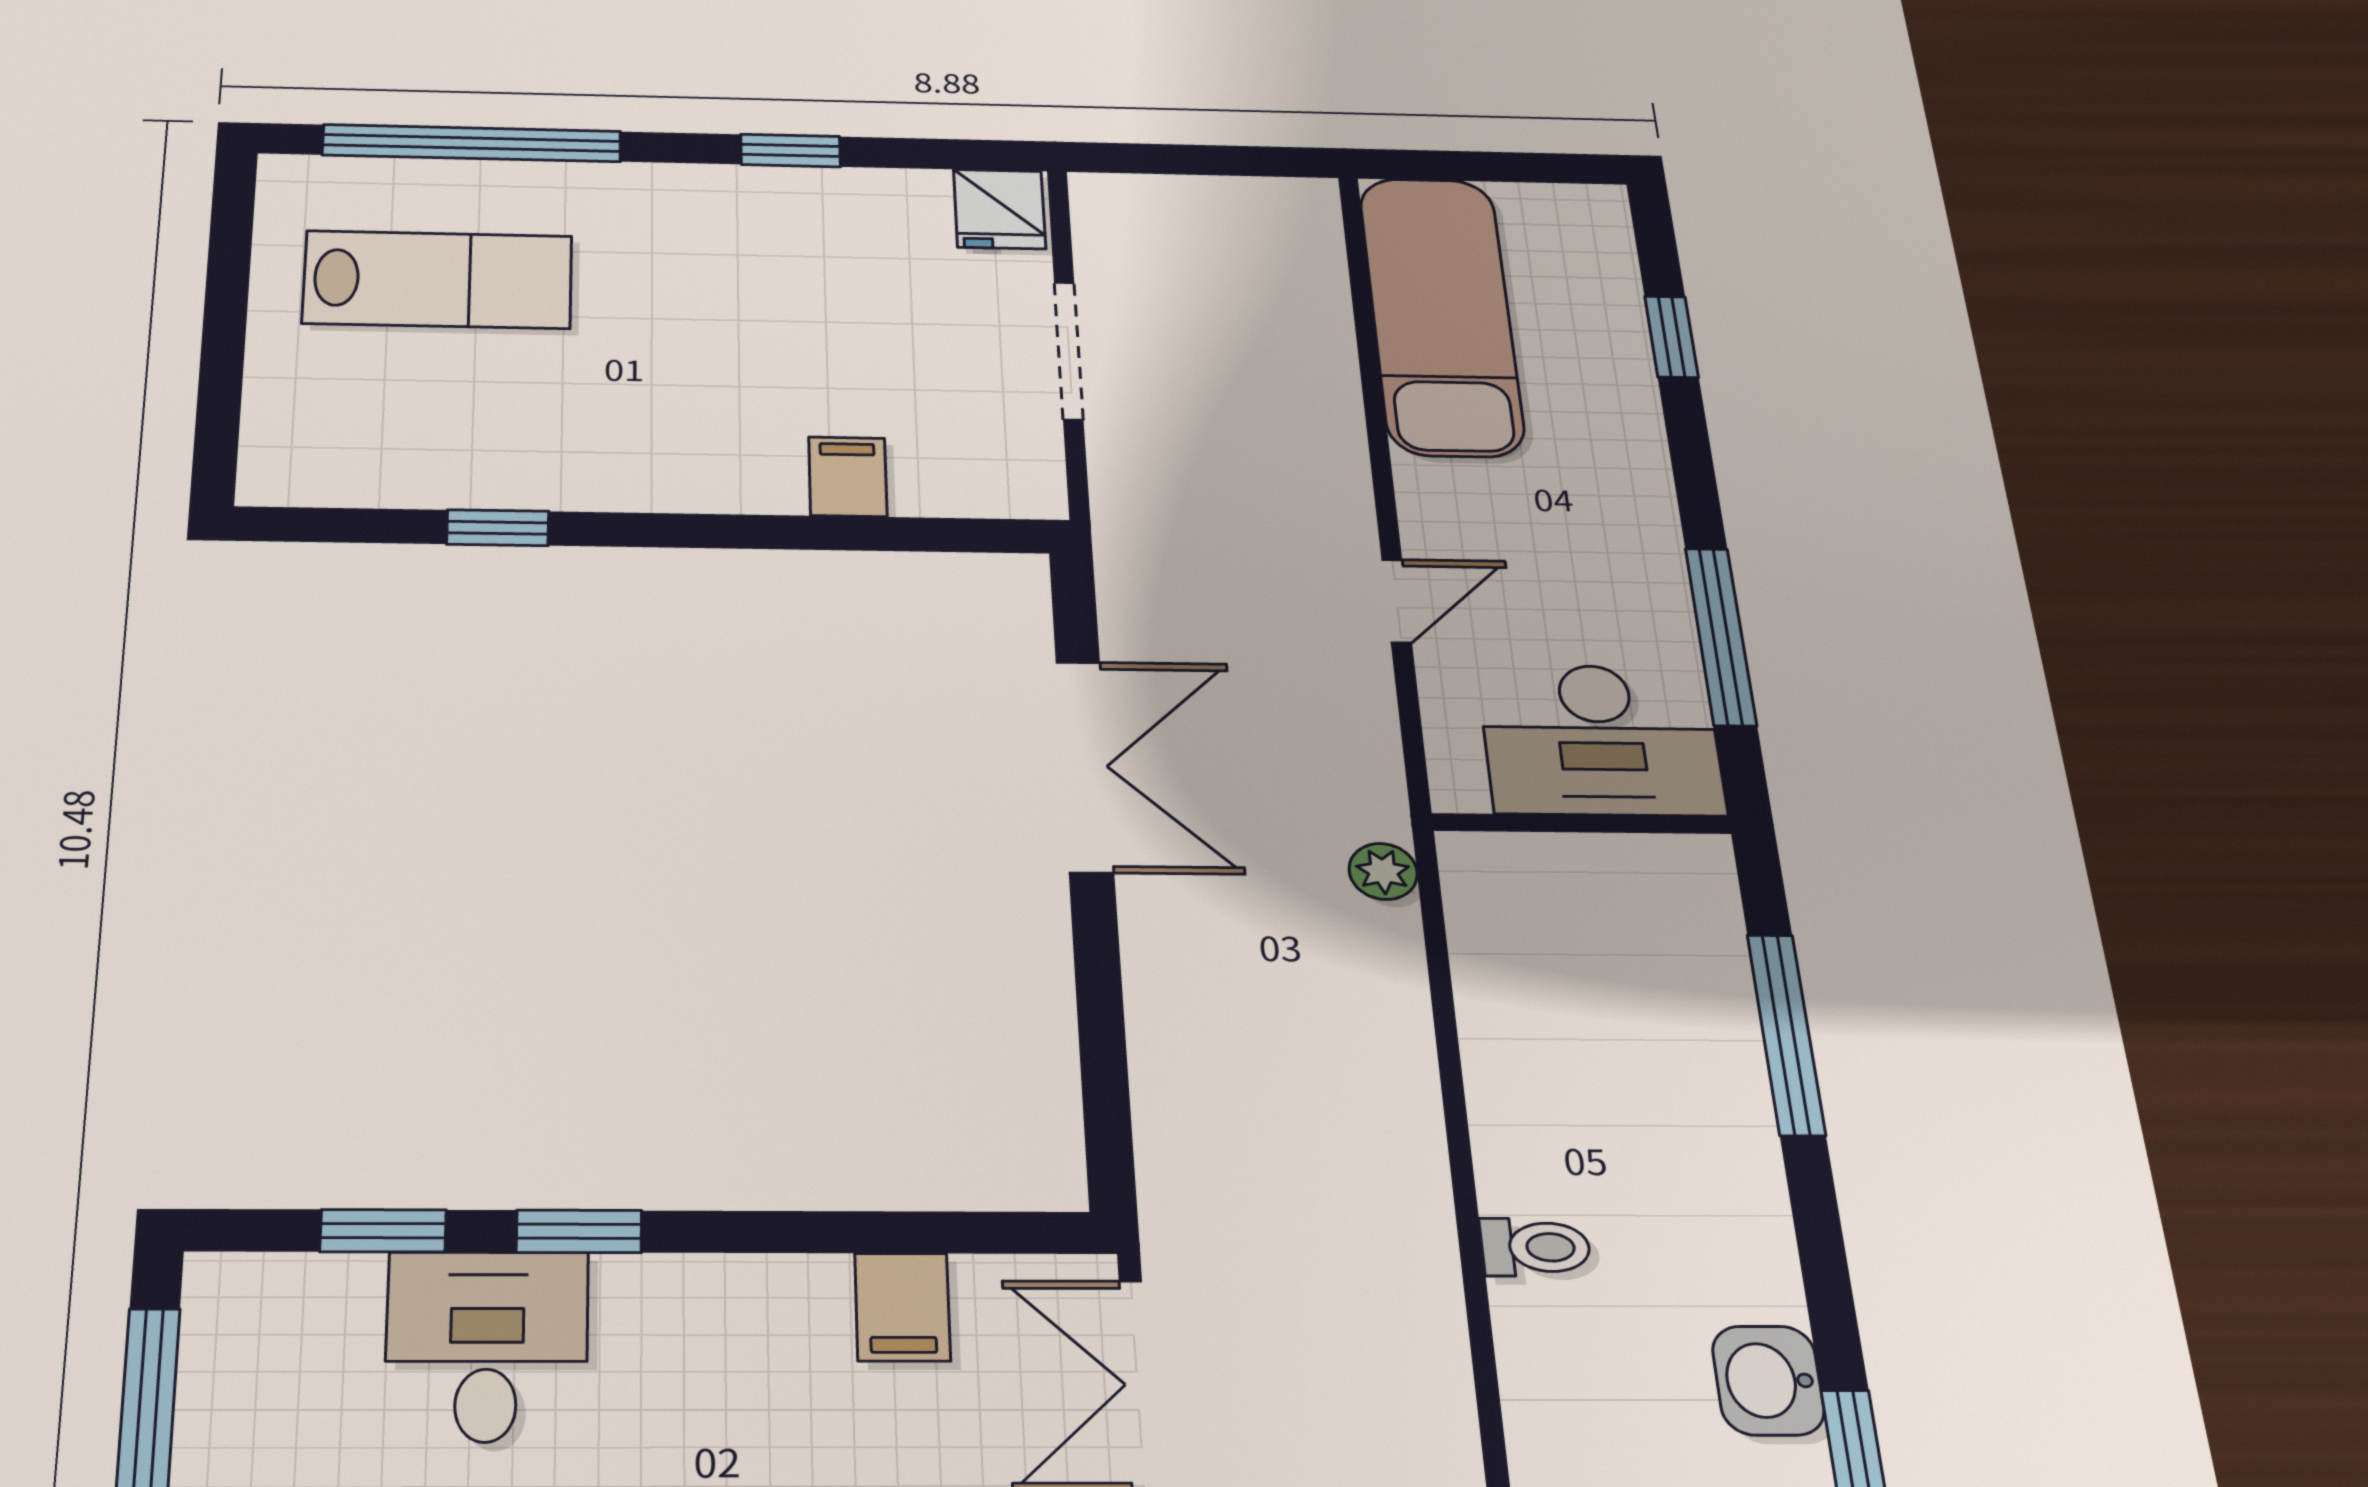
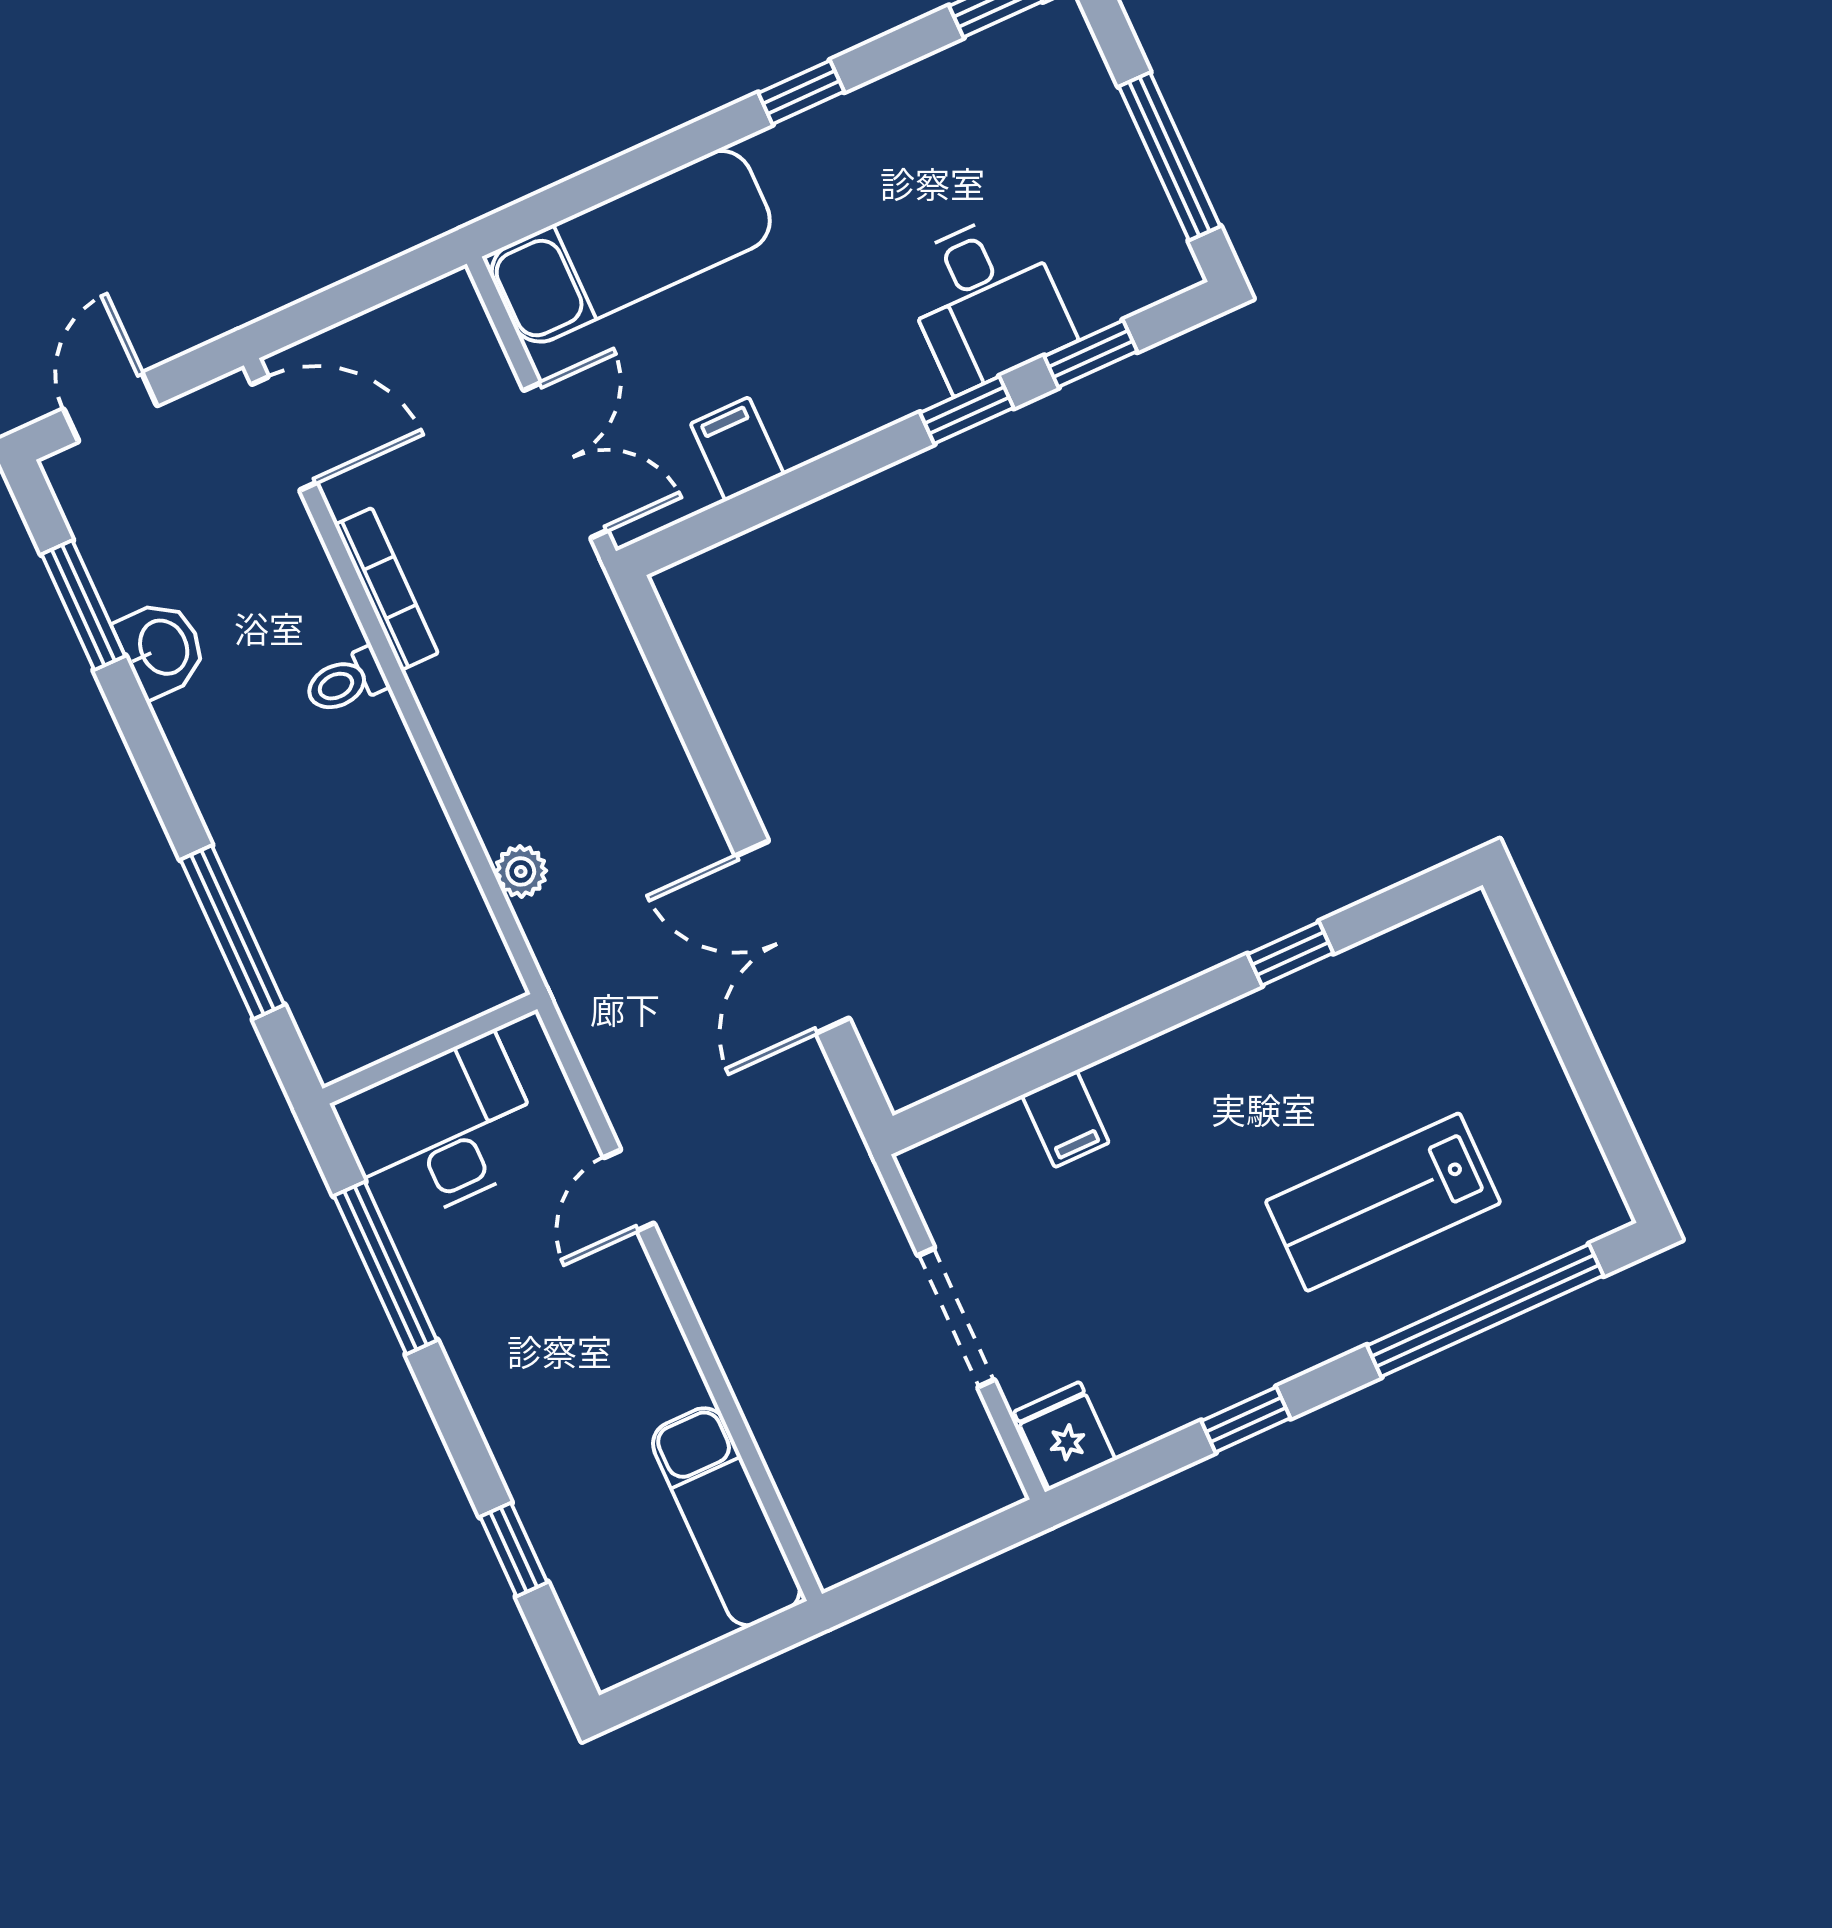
lab bench: (438, 280) -> (1383, 1202), moved
exam couch: (1441, 315) -> (726, 1517), width x0.73, depth x0.69
plant: (1383, 871) -> (521, 871), moved
bookcase: (1440, 1331) -> (386, 589), added

